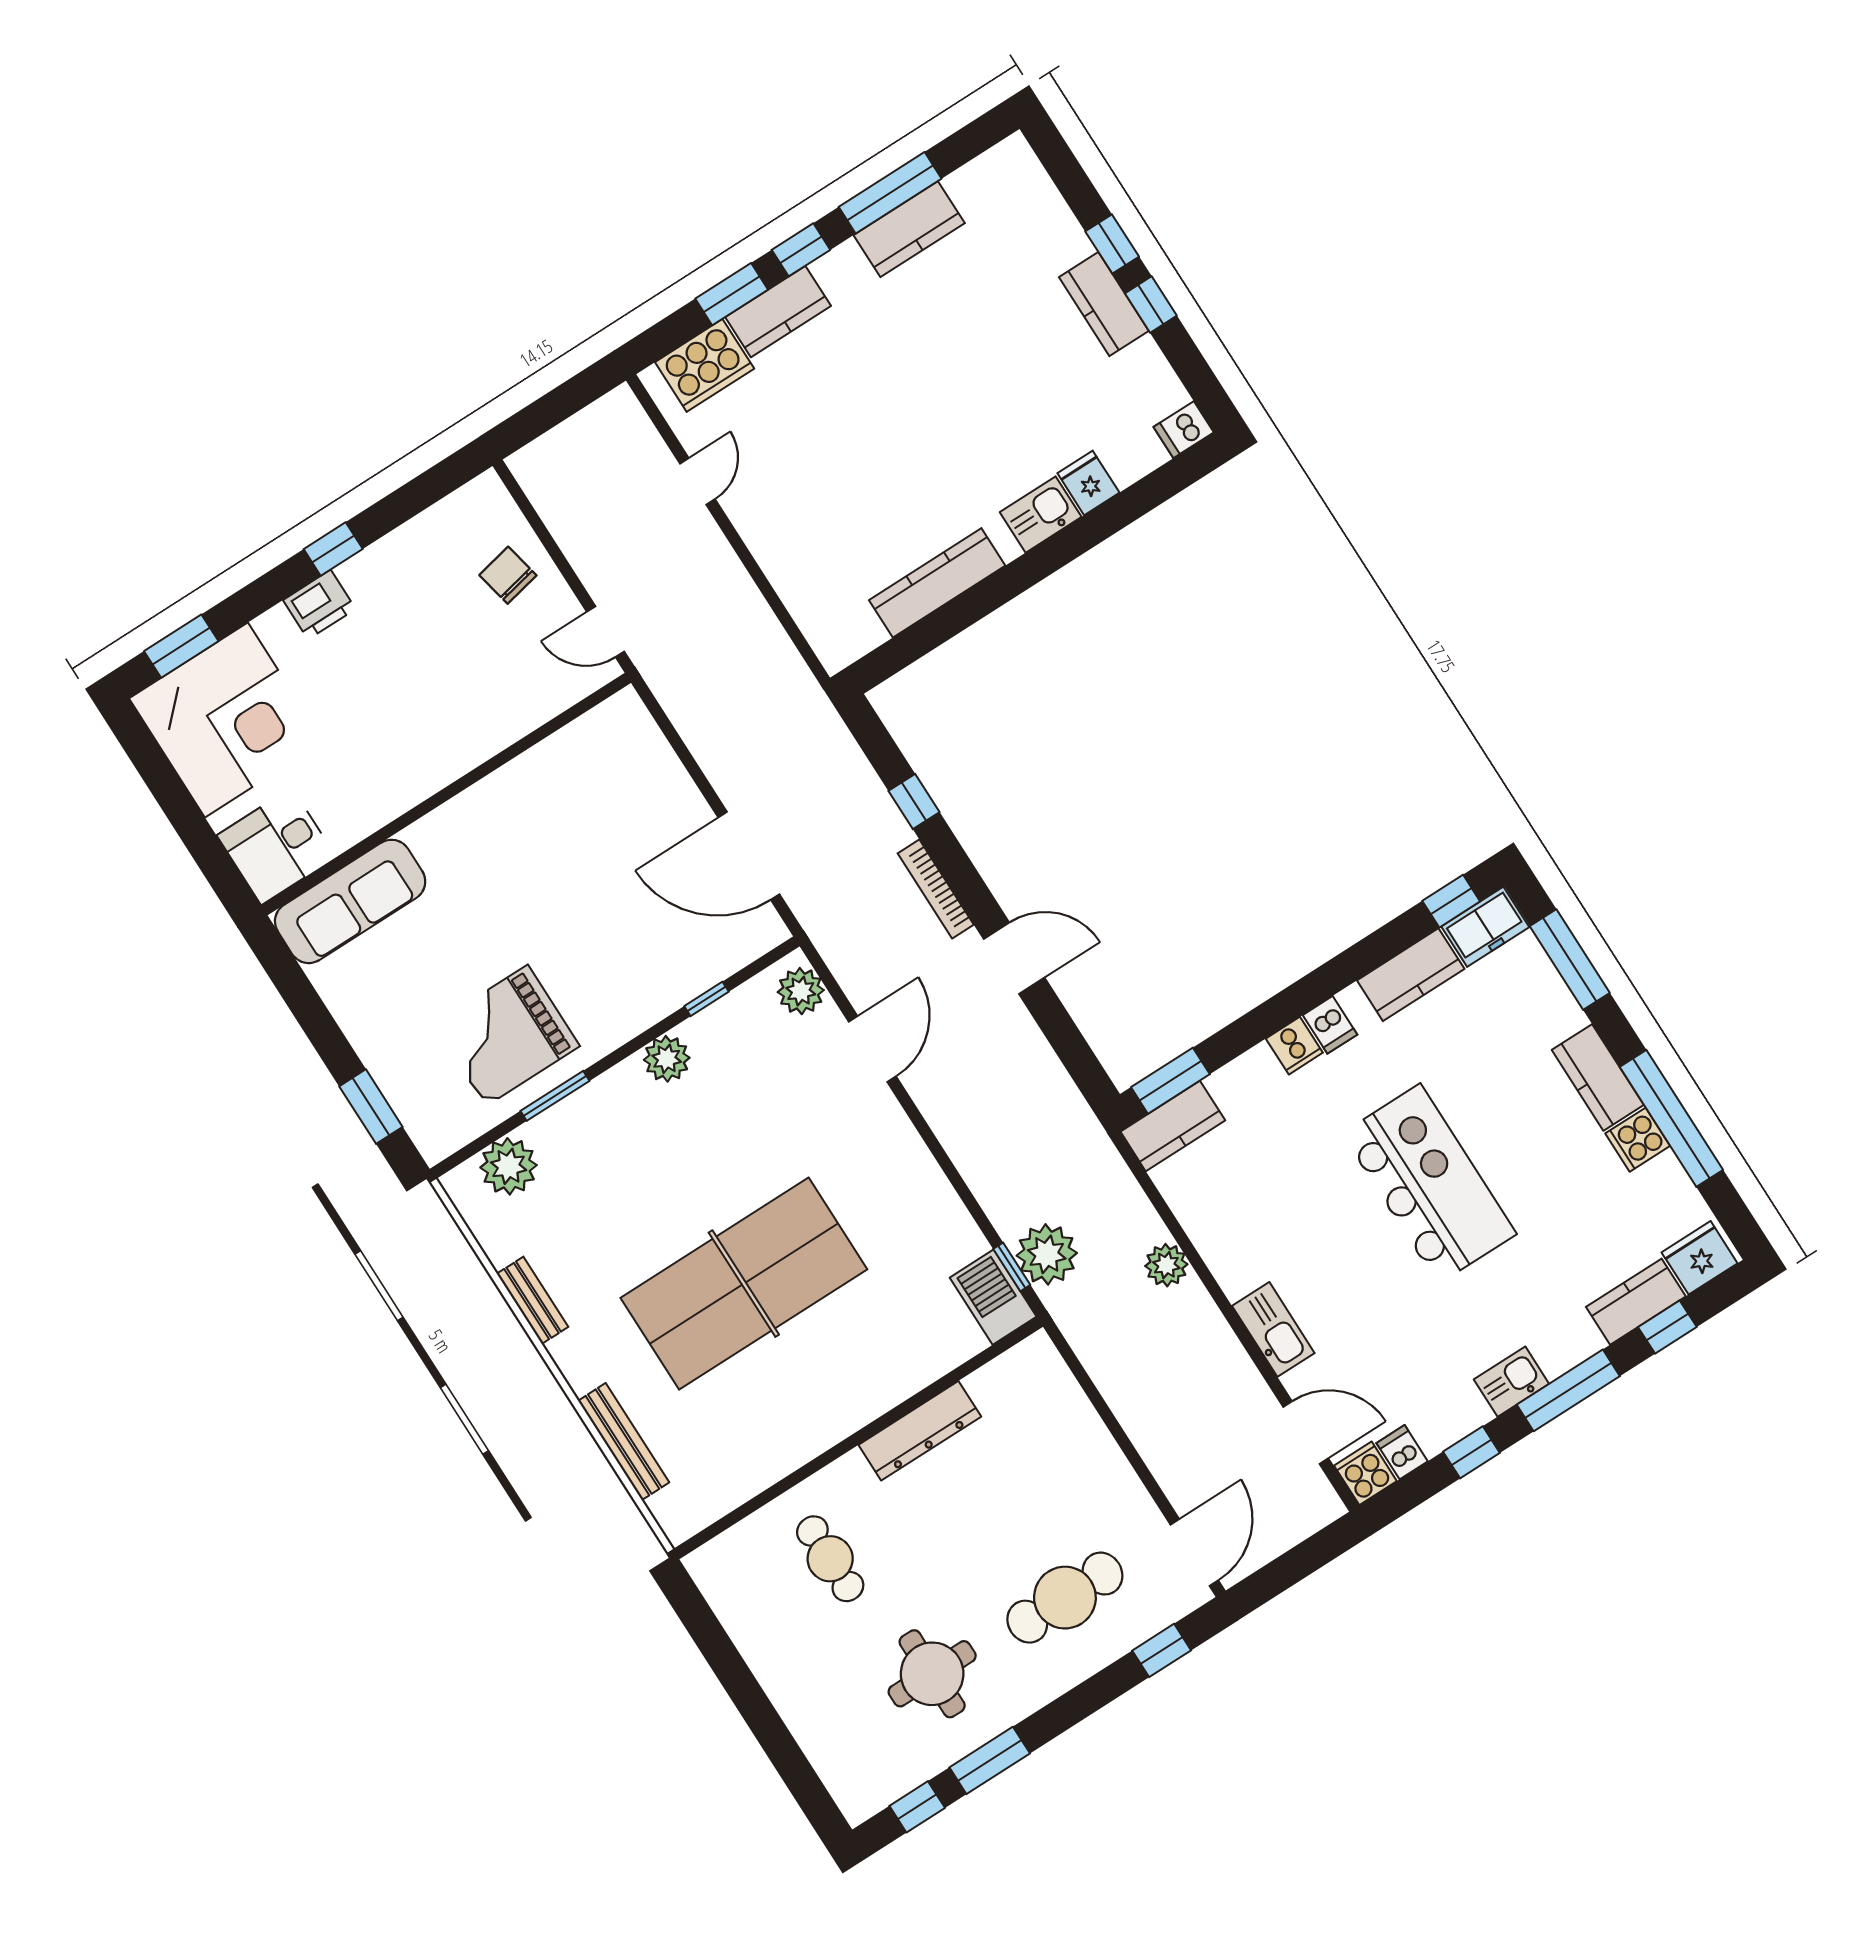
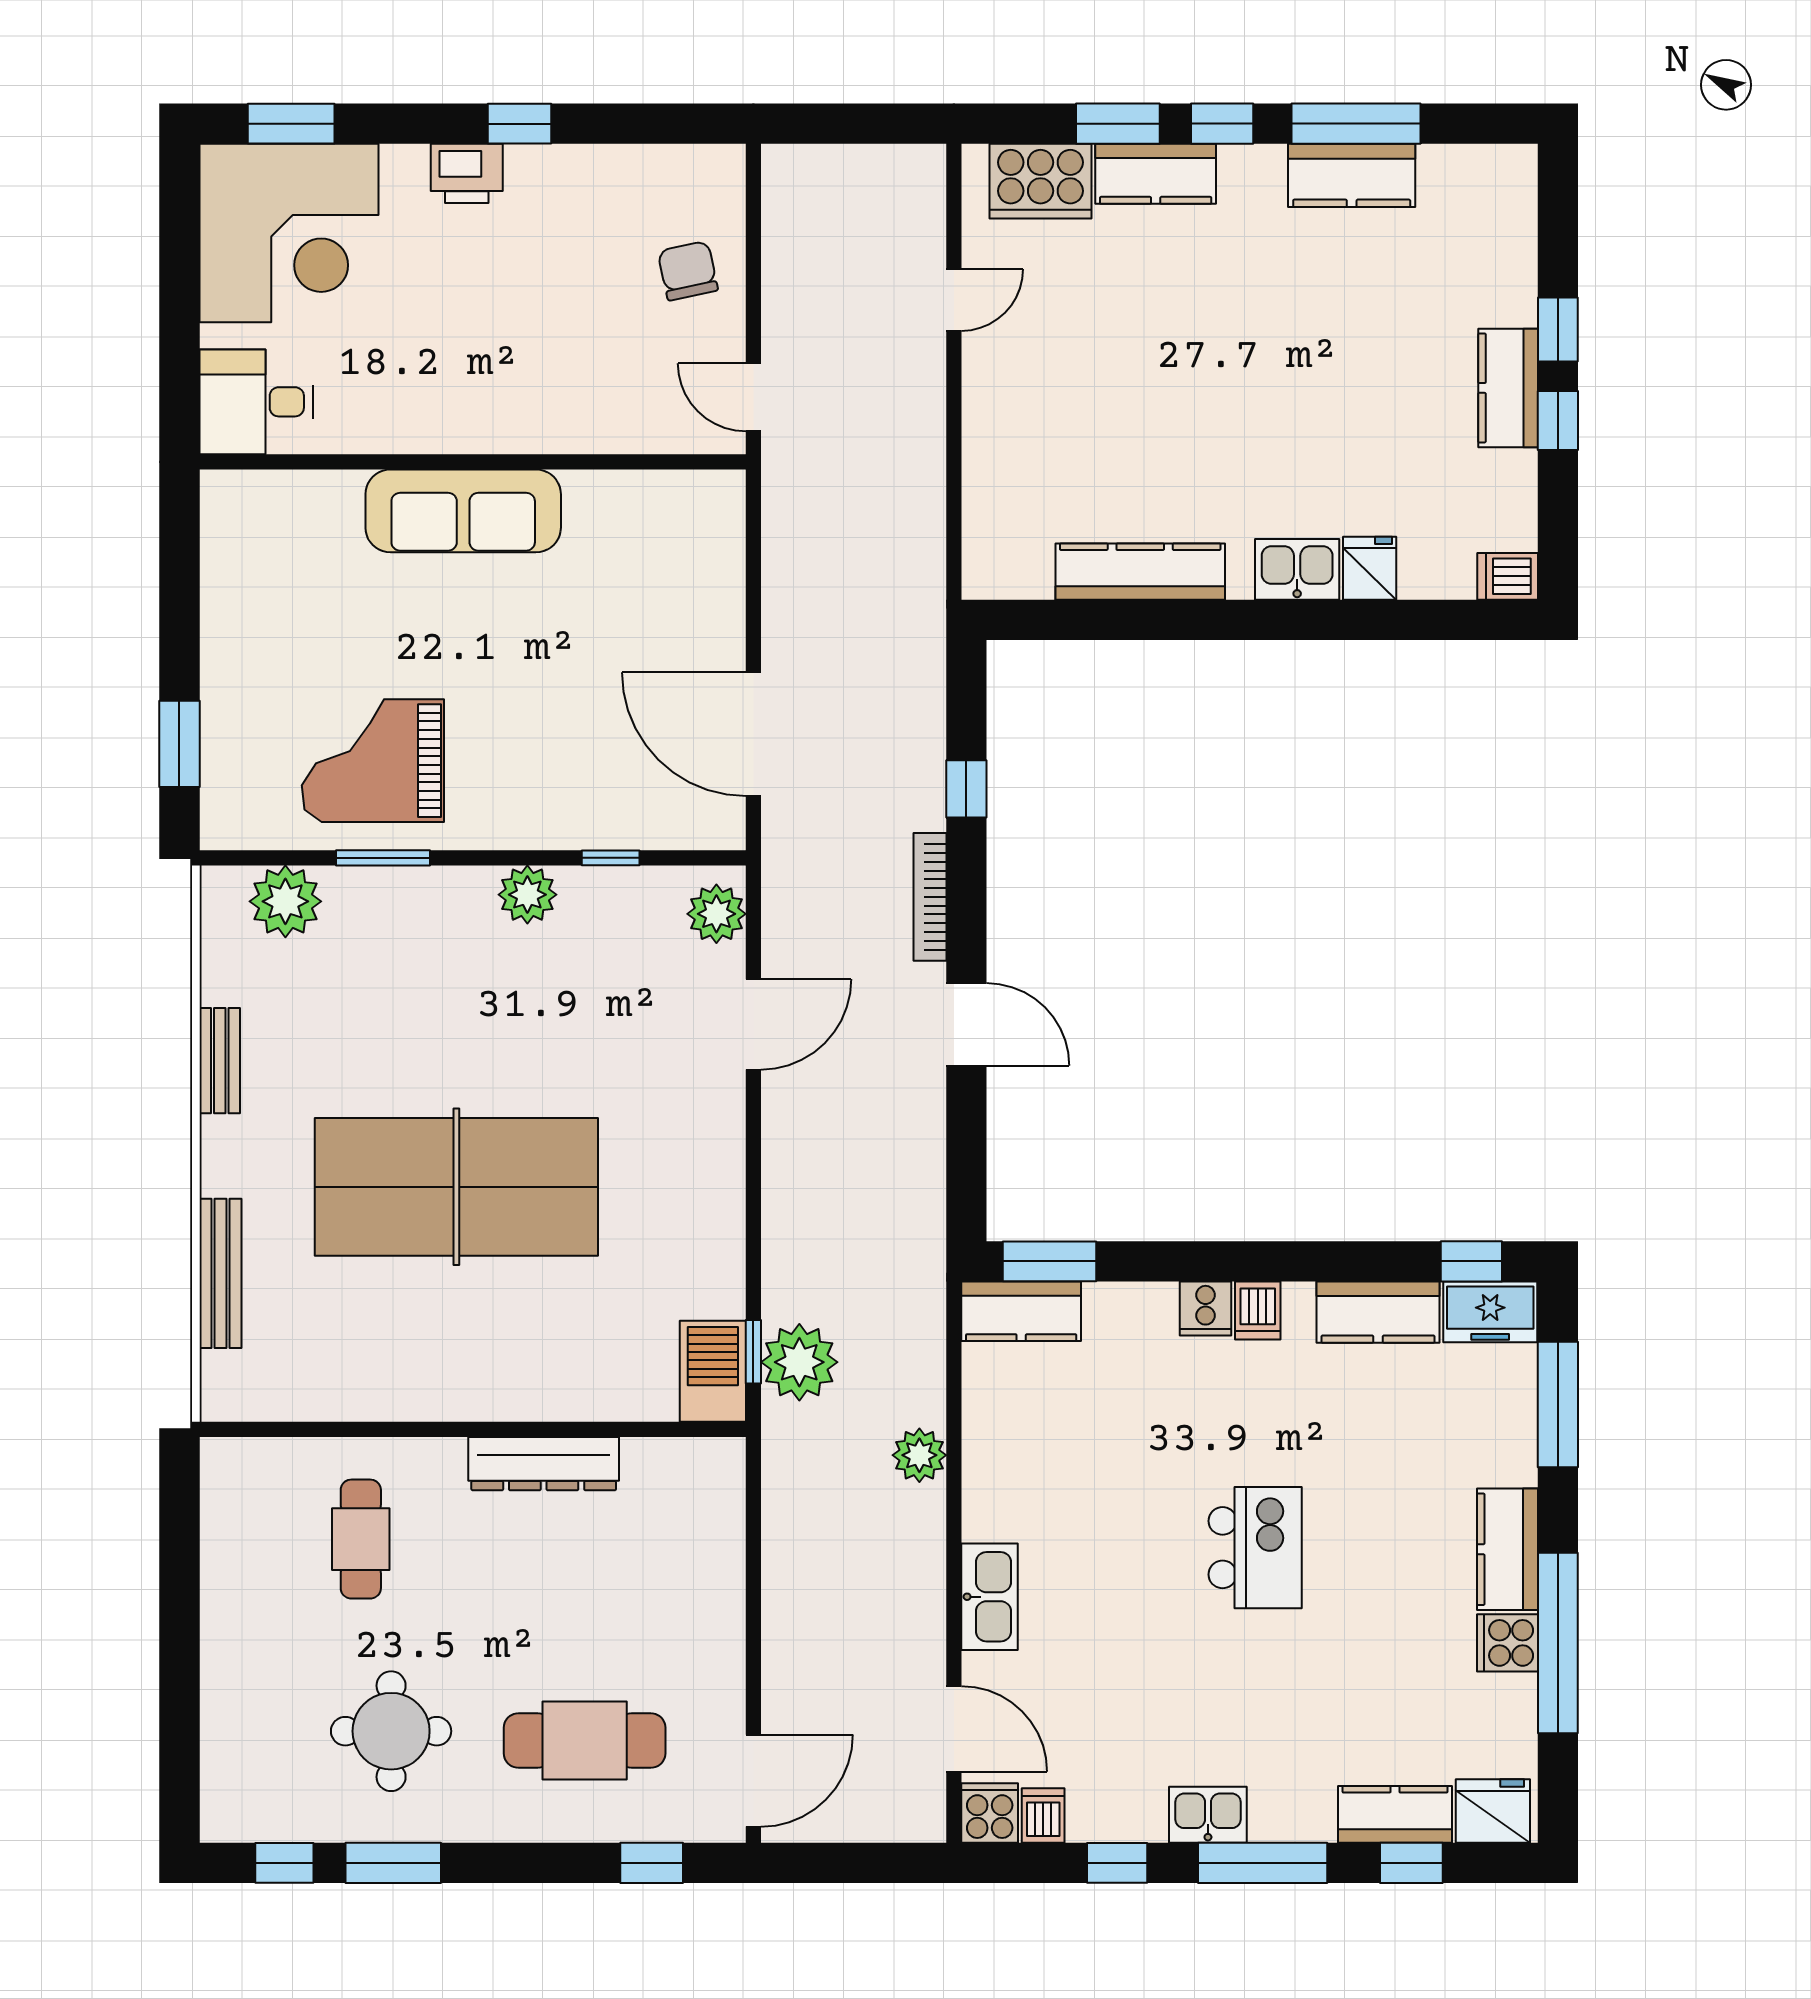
sofa: (350, 901) -> (463, 511), moved
kitchen island: (1429, 1184) -> (1255, 1548), width x0.54, depth x0.78

